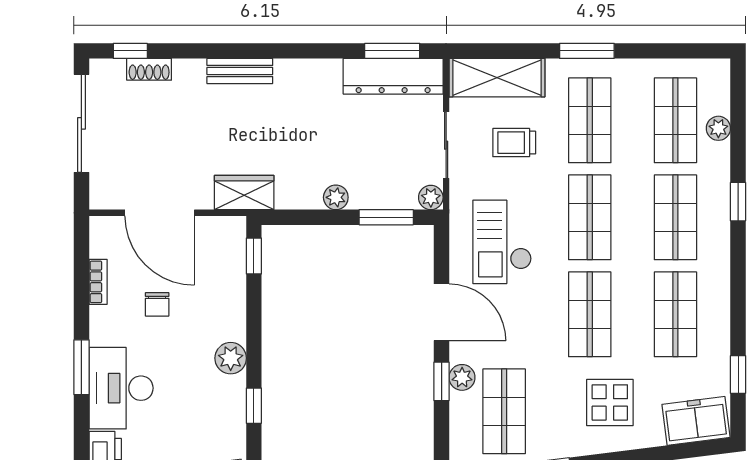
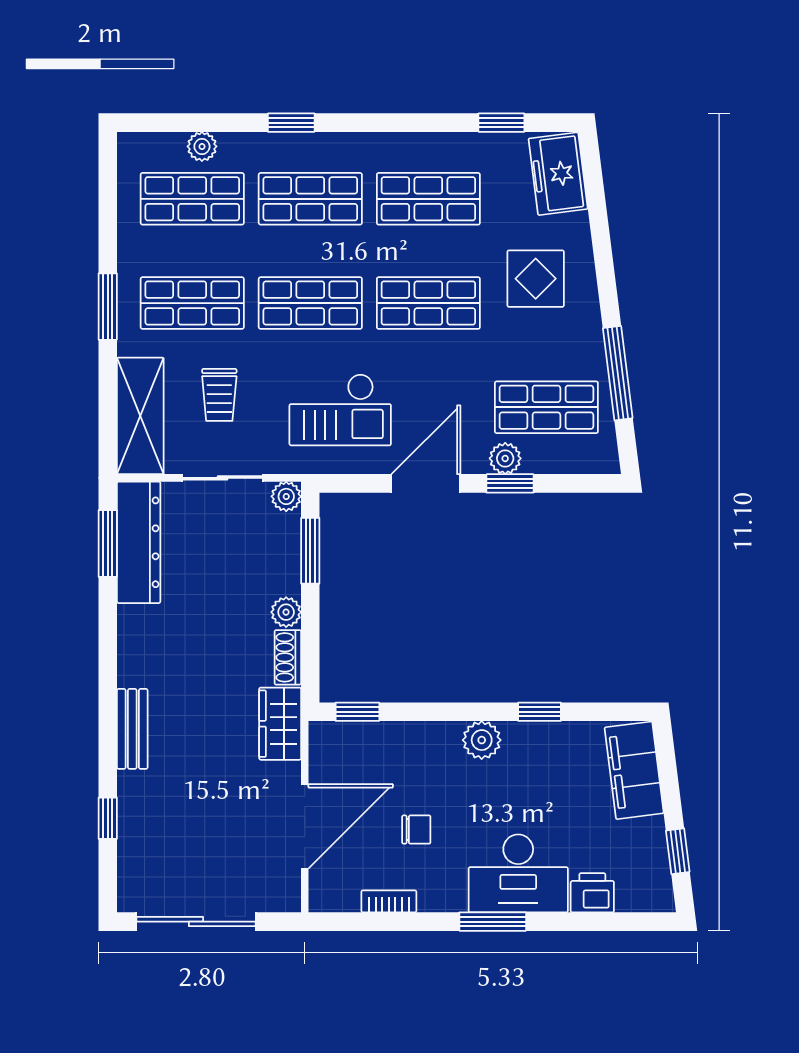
window: (130, 51) -> (108, 818), moved
shoe rack: (149, 69) -> (288, 657), moved, turned 180

